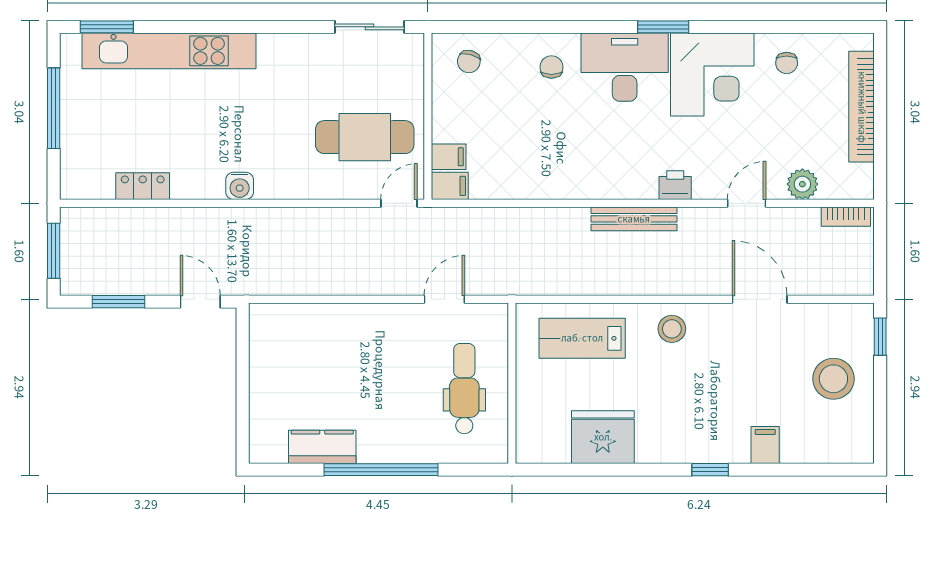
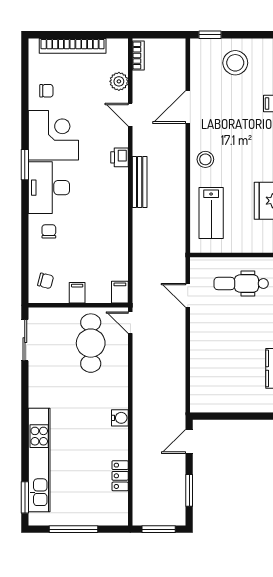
chair: (551, 67) -> (49, 231), turned 90
filing cabinet: (449, 157) -> (77, 293), moved

